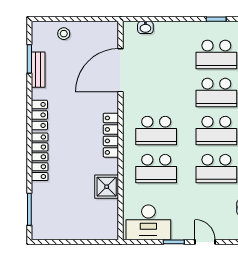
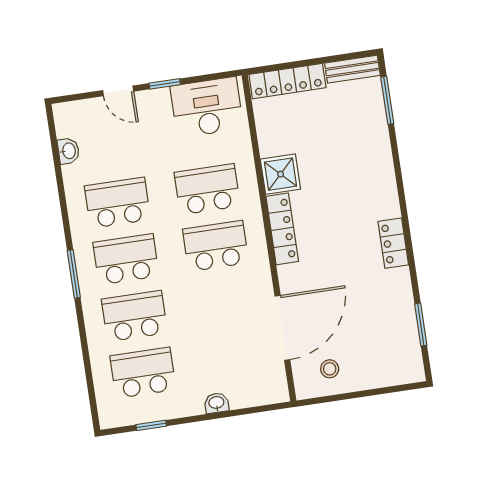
washbasin: (145, 27) -> (216, 403), moved
stool: (64, 34) -> (330, 369), moved
bench: (38, 70) -> (352, 69), moved, turned 90
locker: (40, 157) -> (287, 81), moved, turned -90
shower: (107, 187) -> (280, 174), moved

